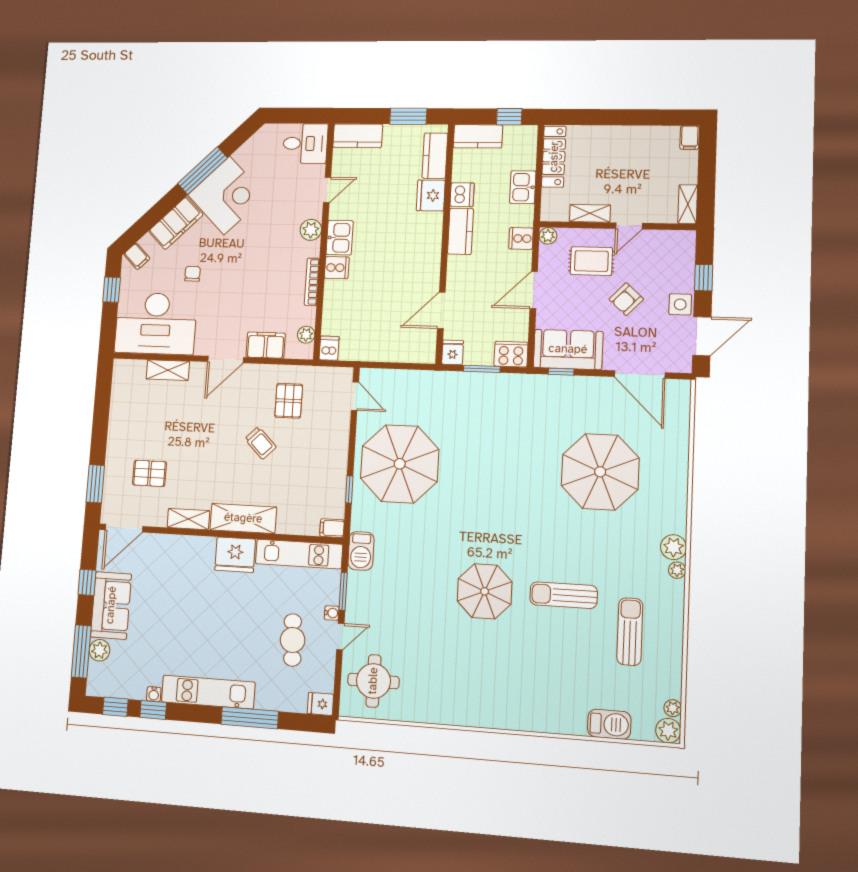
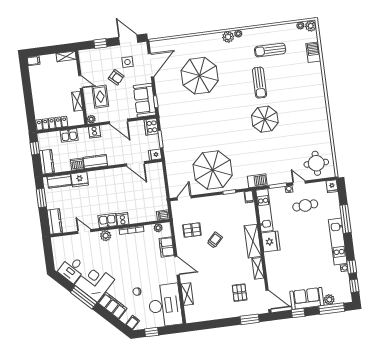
desk: (305, 143) -> (72, 269), moved, turned -135
side table: (680, 304) -> (127, 62), moved

